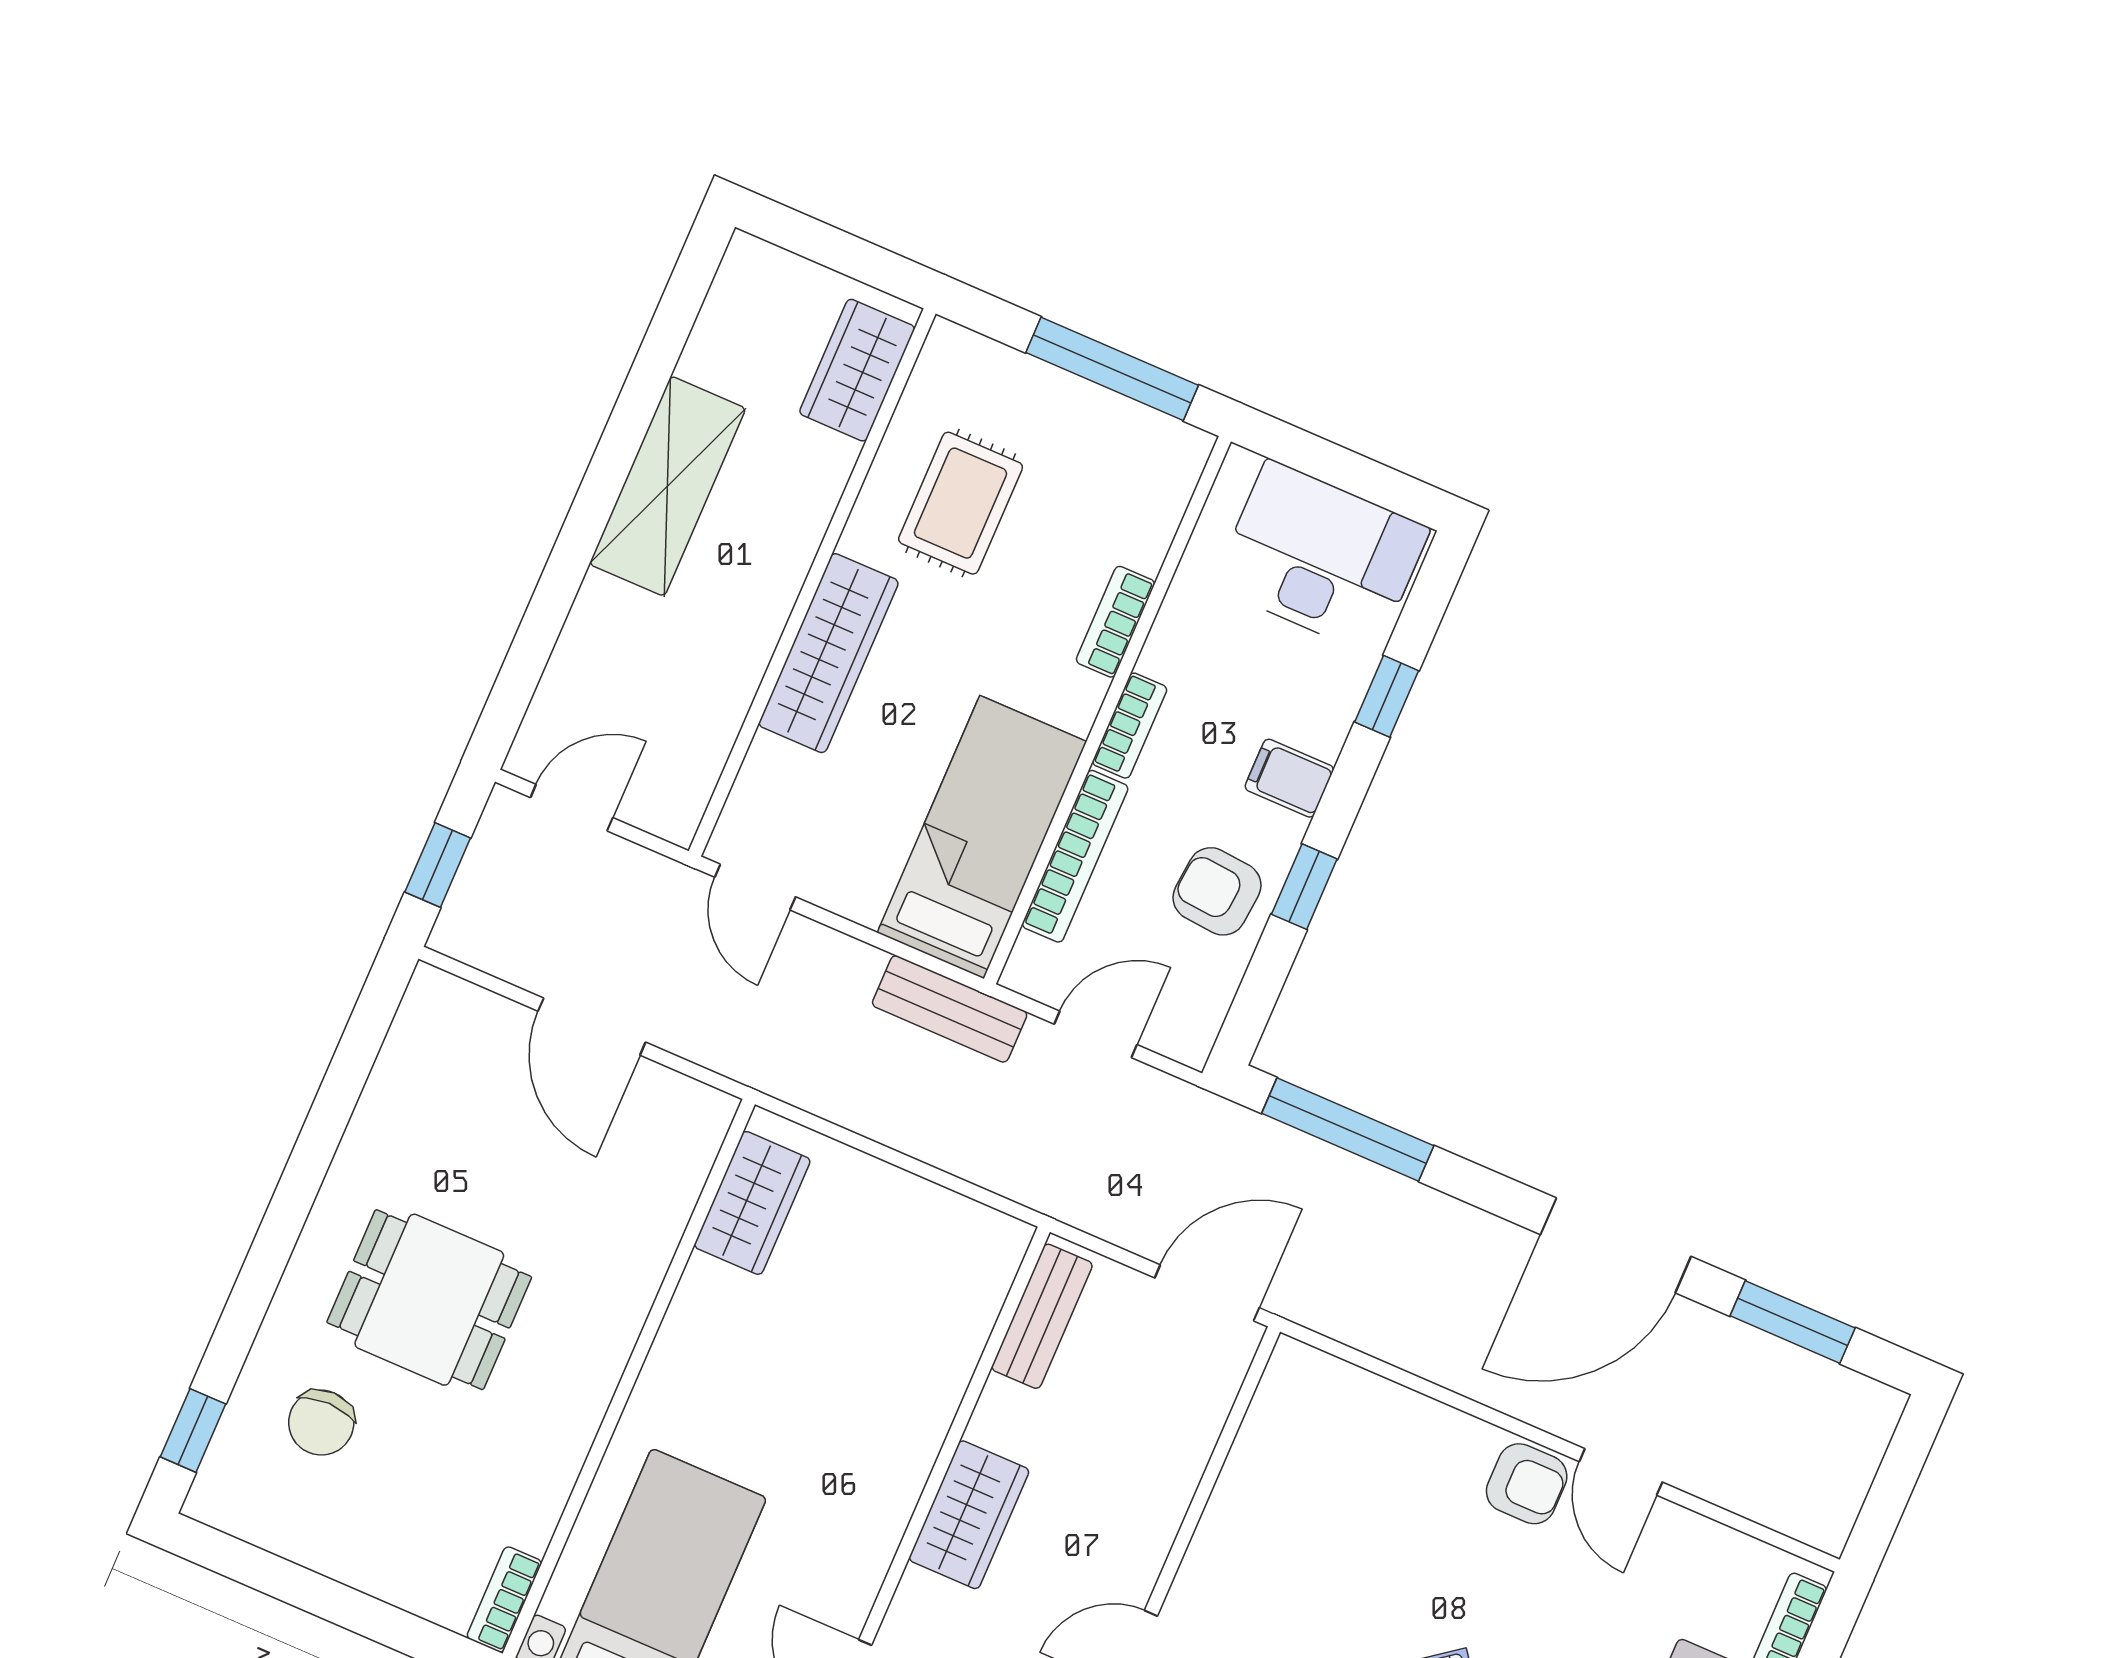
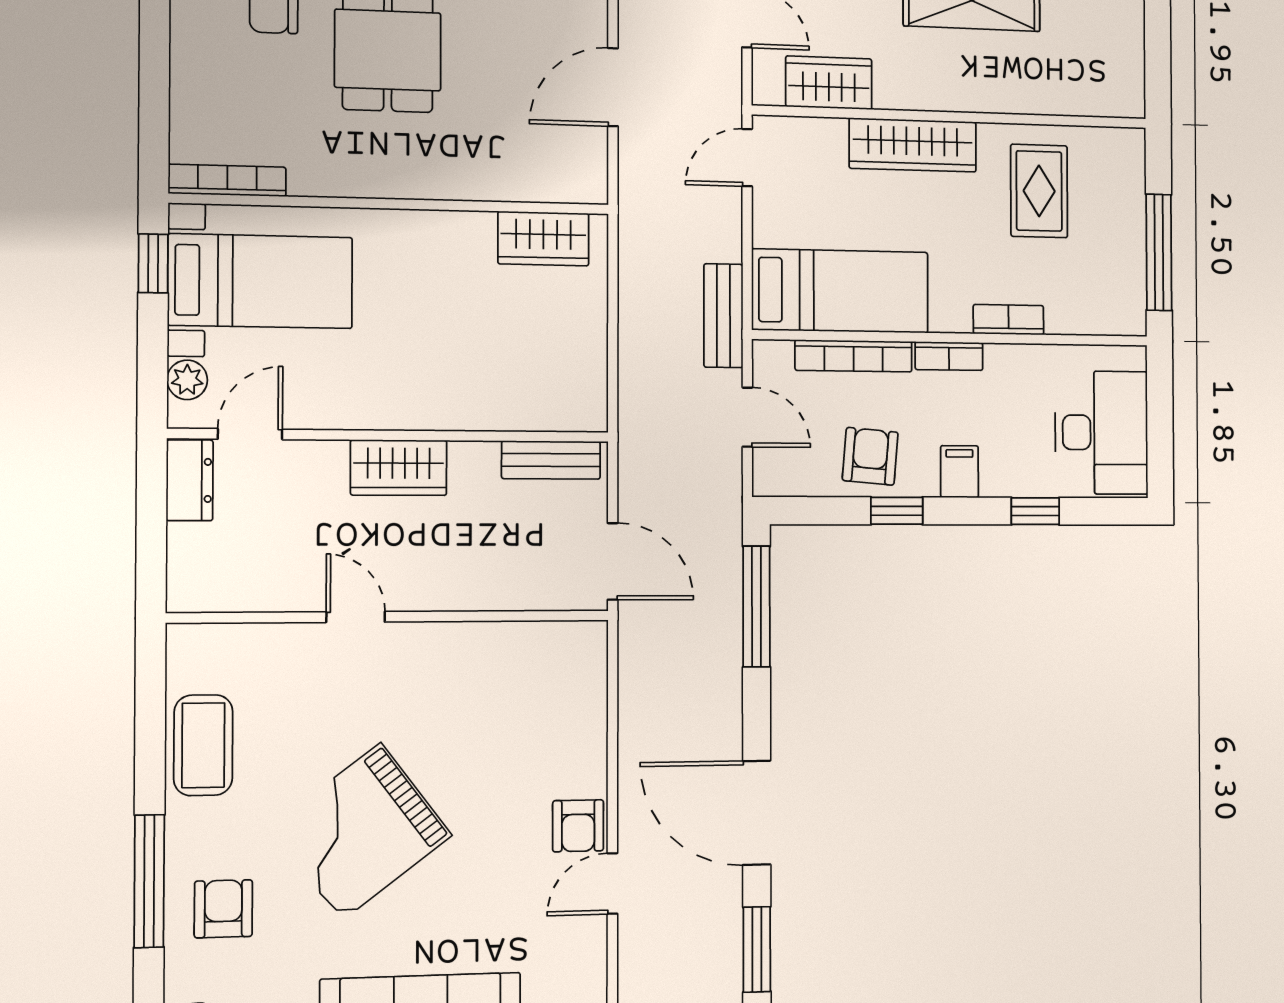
wardrobe: (857, 370) -> (829, 83), moved
rug: (961, 503) -> (1039, 191), turned 90
bookcase: (504, 1599) -> (227, 180), width x1.56

